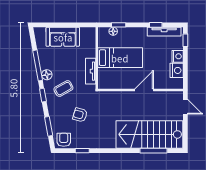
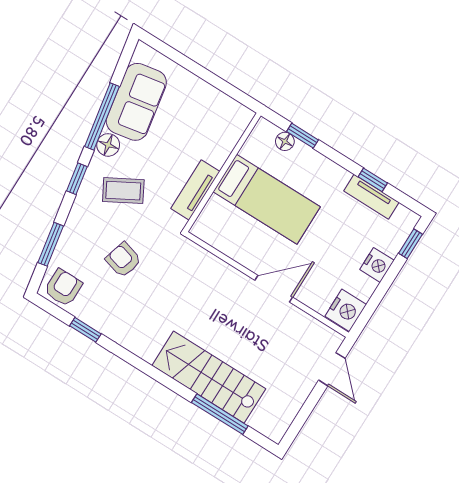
tv unit: (164, 32) -> (371, 197), width x0.71
sofa: (63, 37) -> (136, 102), moved, turned -100
nightstand: (177, 70) -> (346, 310), moved
stairs: (149, 134) -> (209, 377), width x0.73, depth x0.66

